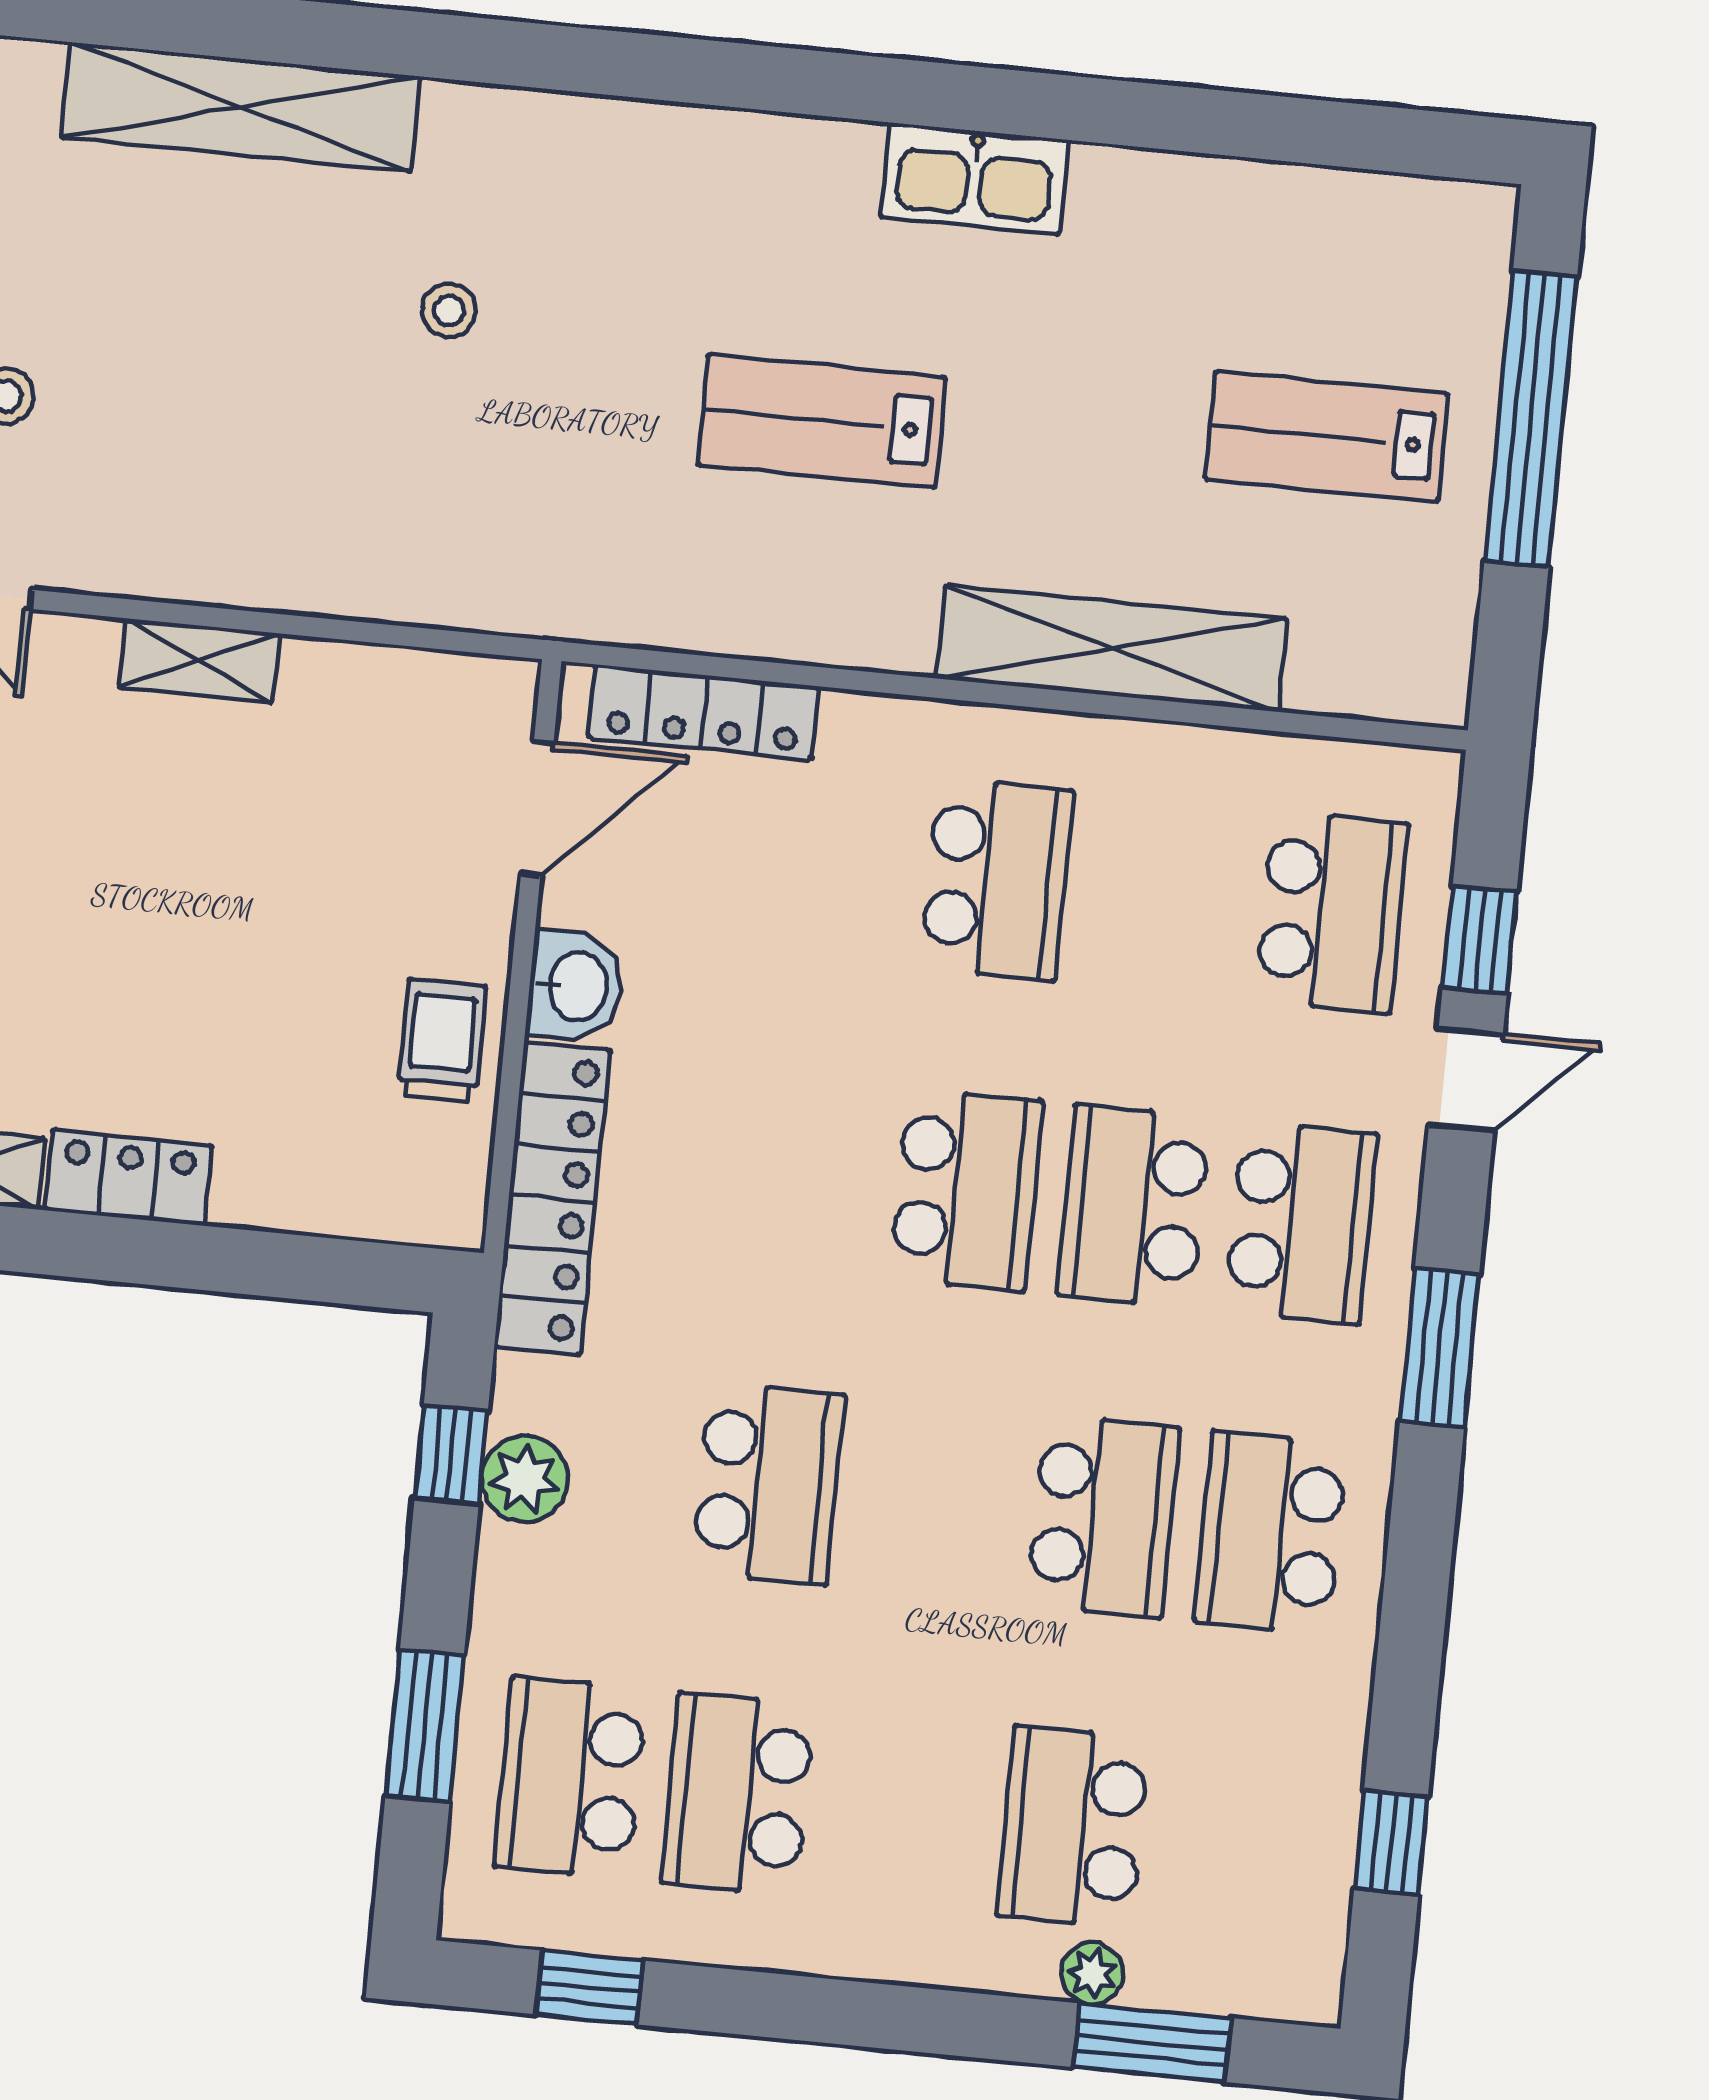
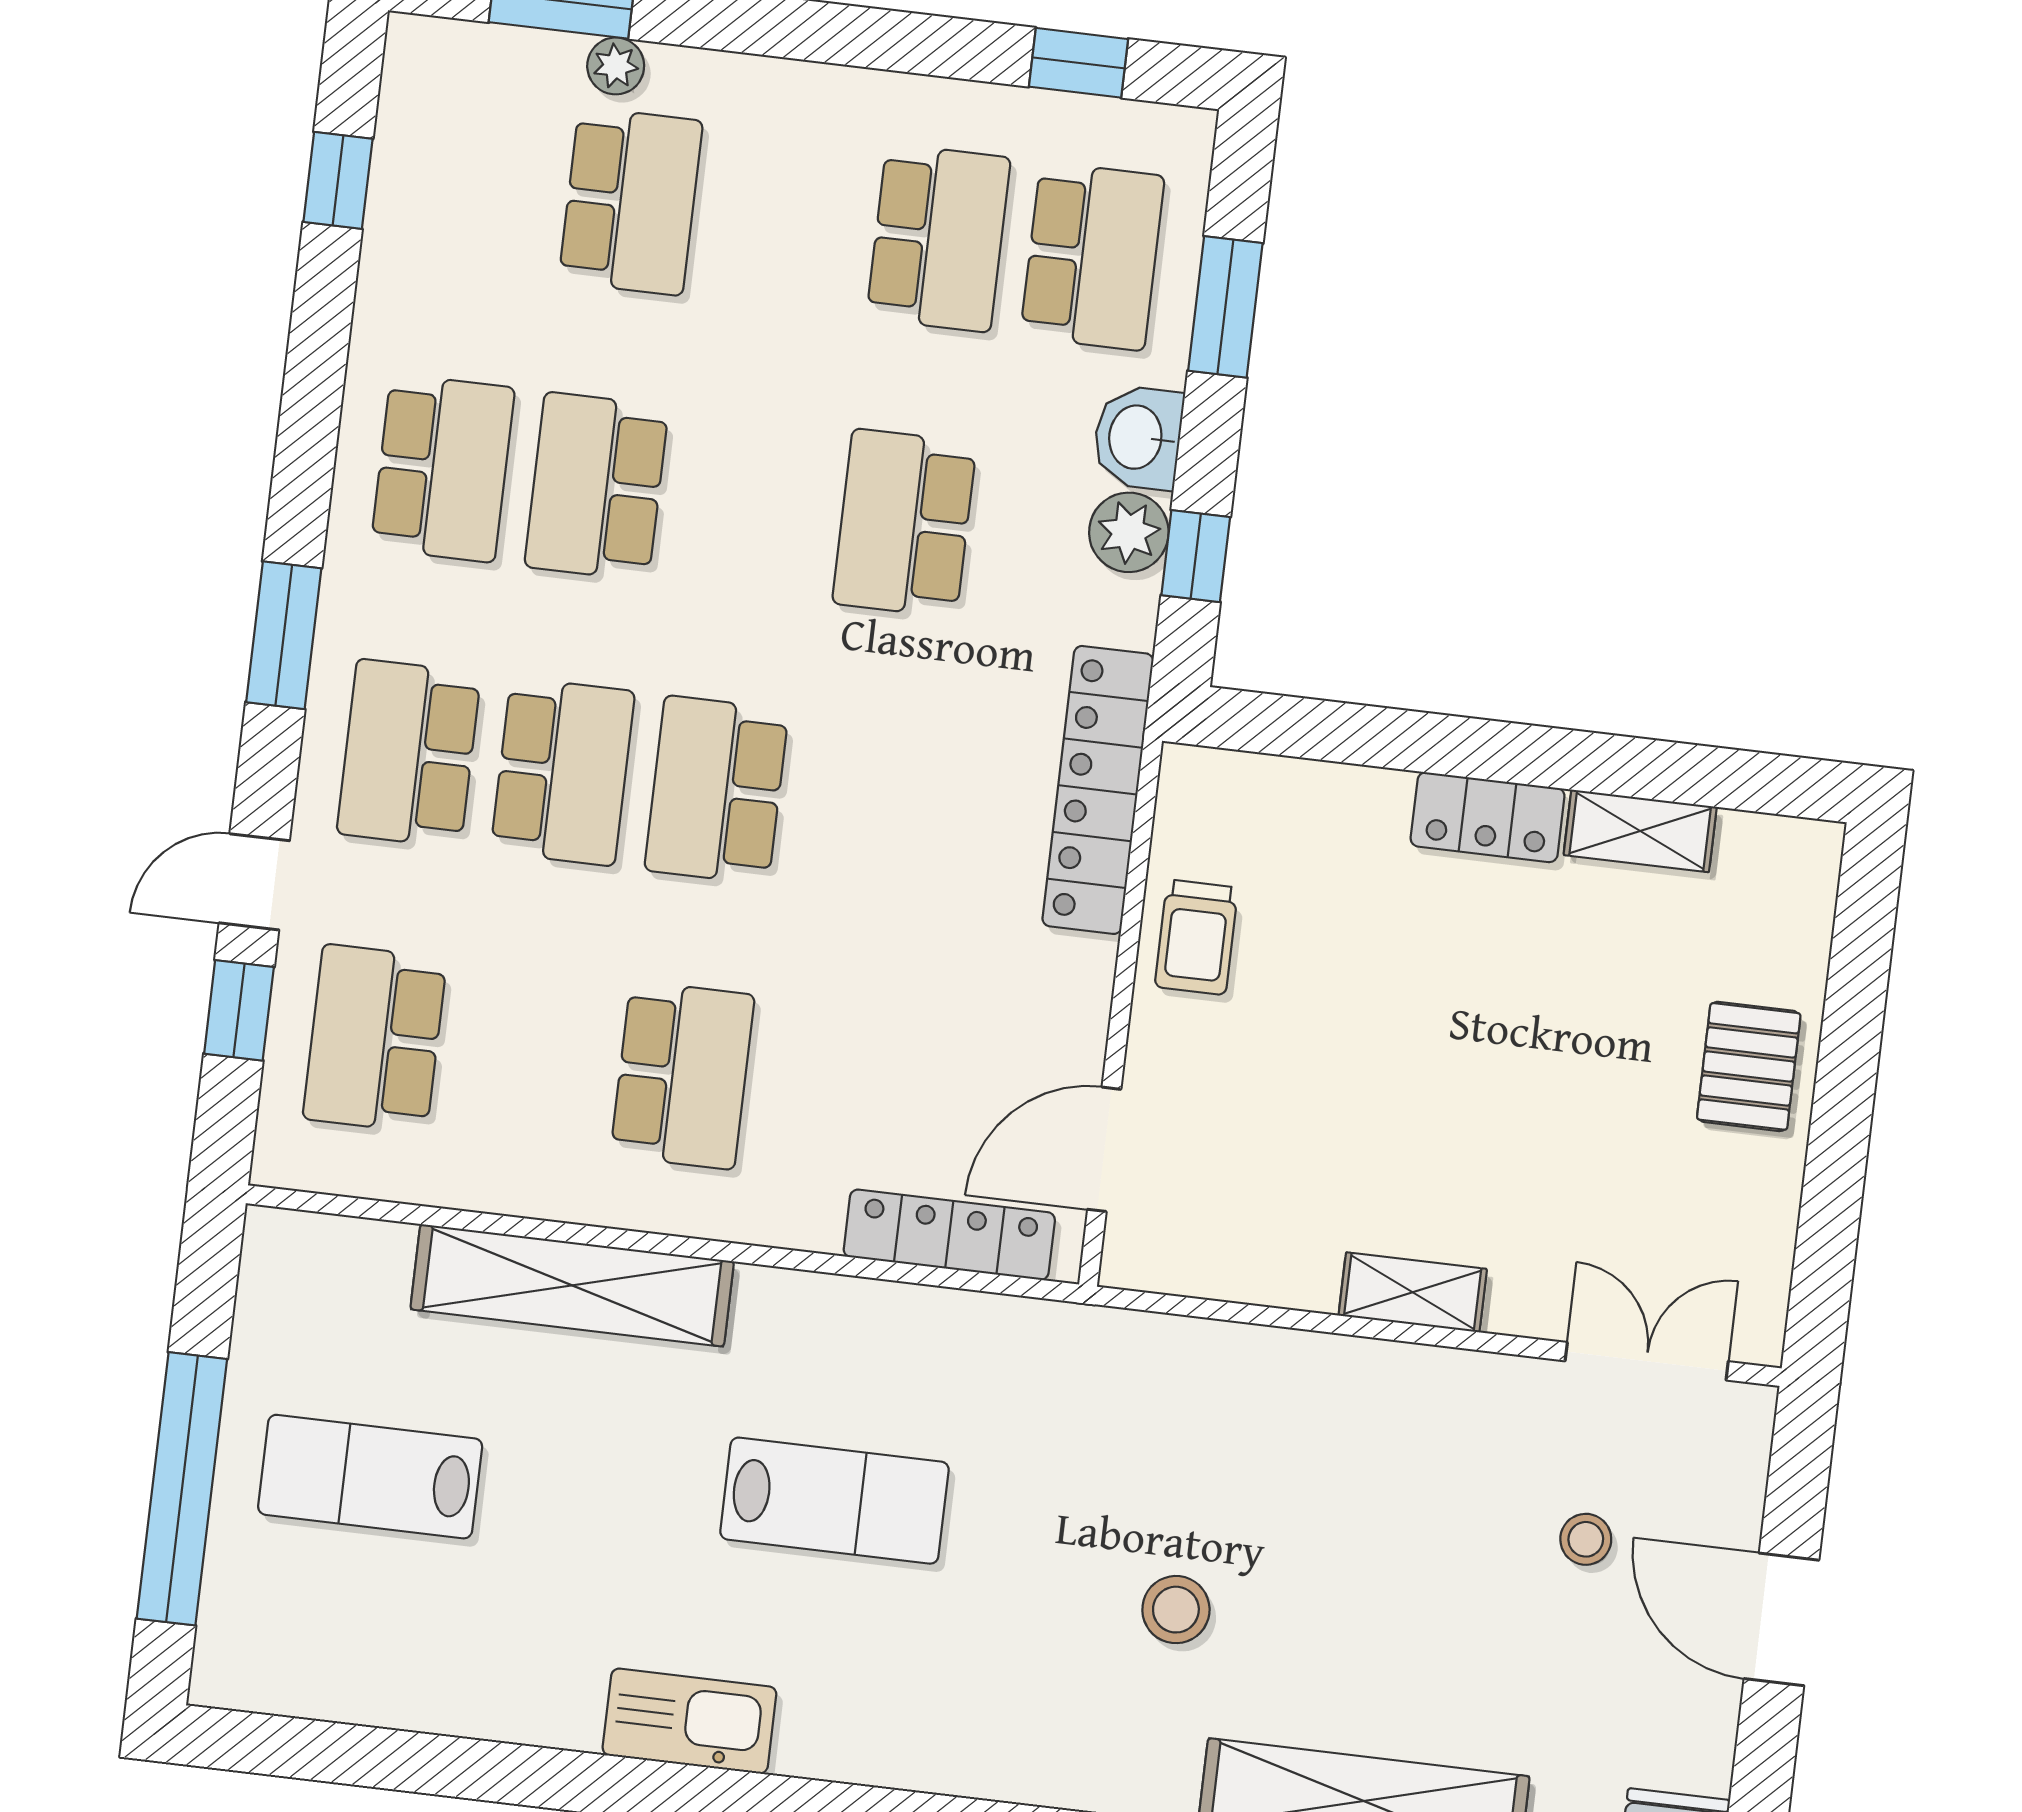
stool: (449, 310) -> (1176, 1610), width x1.37, depth x1.37
lab bench: (1327, 436) -> (370, 1477), turned 180
school desk: (997, 879) -> (683, 1075), turned 180
washbasin: (575, 986) -> (1138, 437), moved

